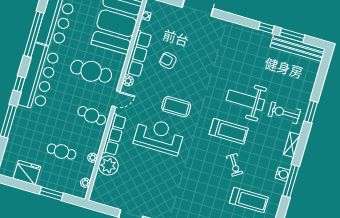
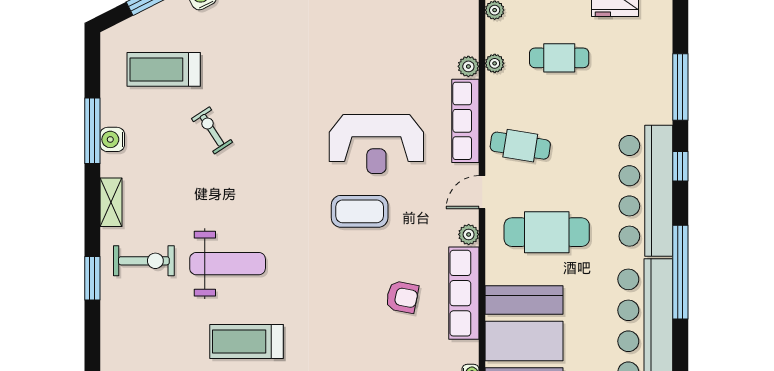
treadmill: (229, 131) -> (246, 341), moved
plant: (108, 165) -> (468, 66), width x0.53, depth x0.53

